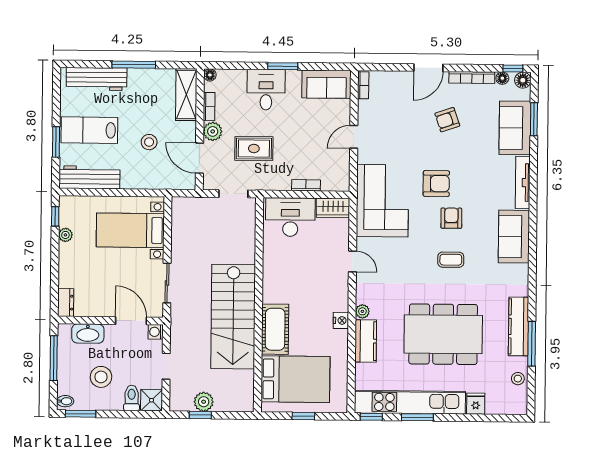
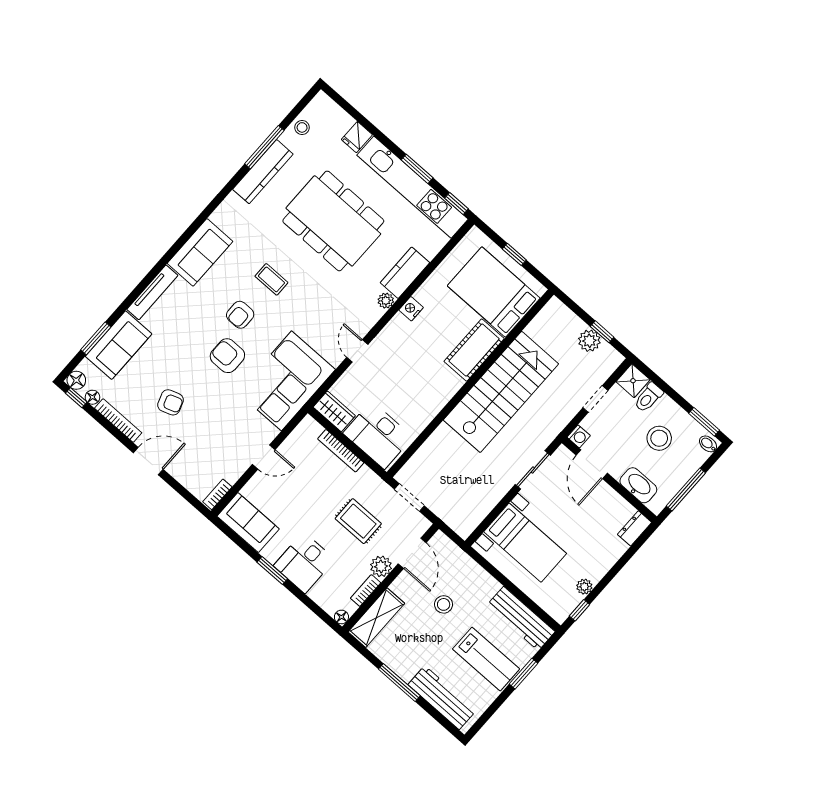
bookcase: (306, 185) -> (341, 451), width x1.56

